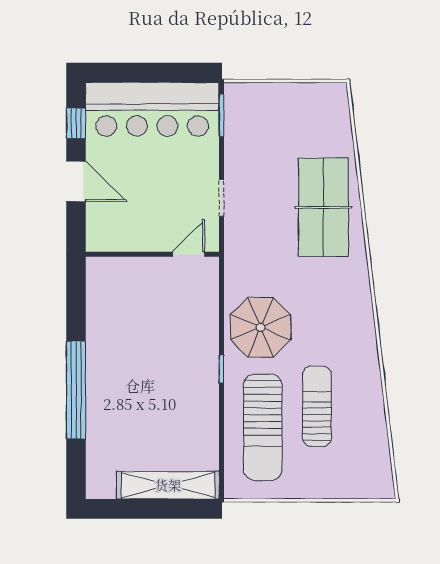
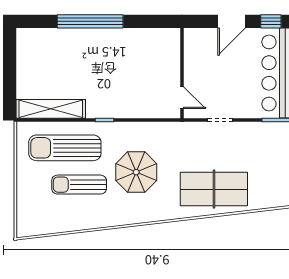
parasol: (261, 327) -> (136, 172), moved
sun lounger: (317, 406) -> (79, 185), turned 180
shelving: (168, 485) -> (51, 109), moved, turned 90

